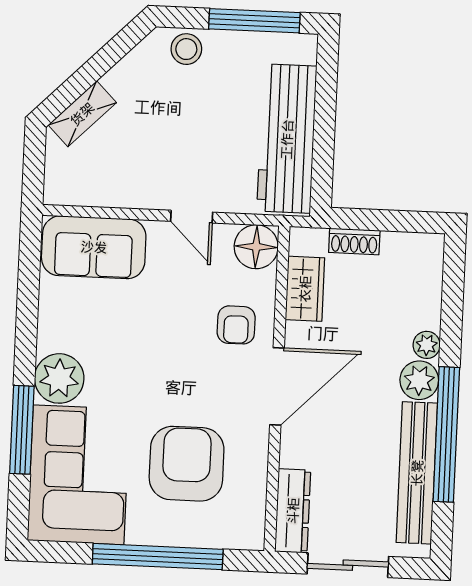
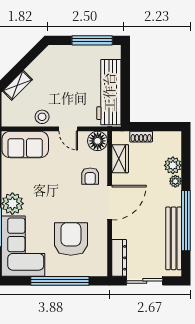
stool: (186, 49) -> (42, 117), moved
plant: (419, 380) -> (173, 165), moved

